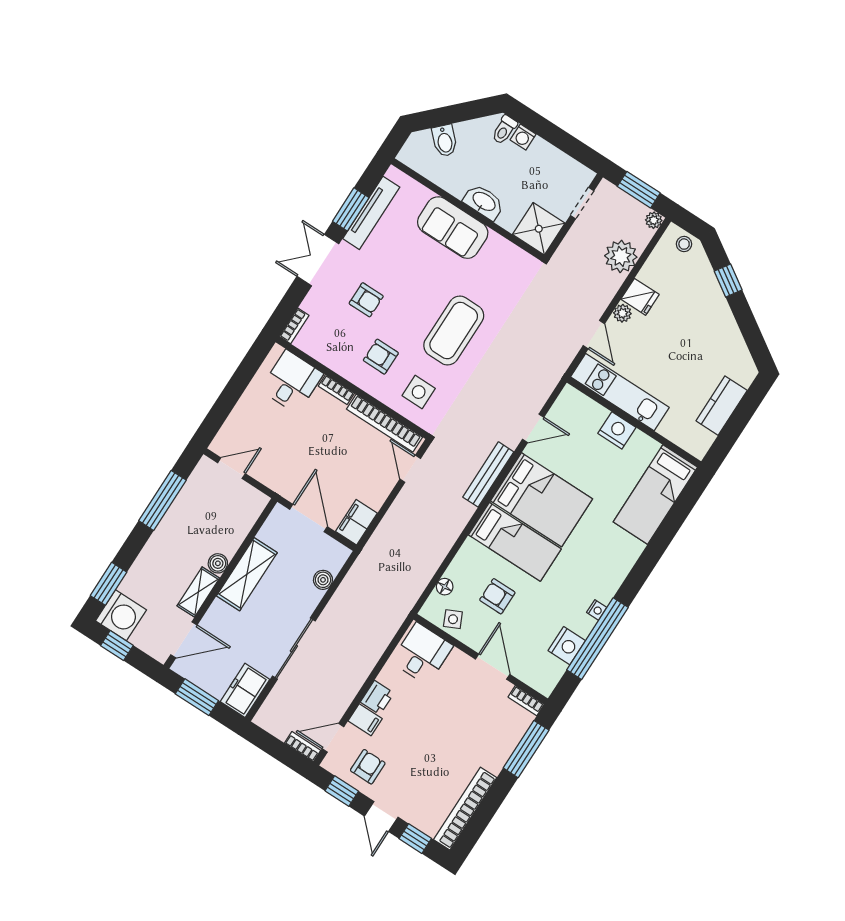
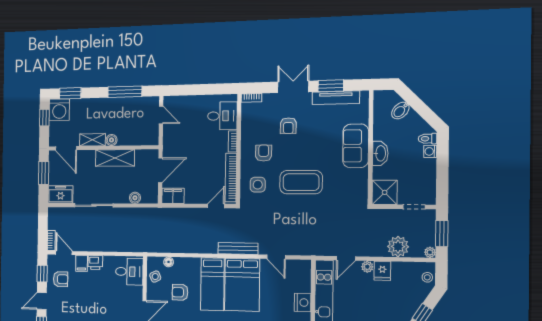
armchair: (497, 596) -> (180, 292), turned -90

